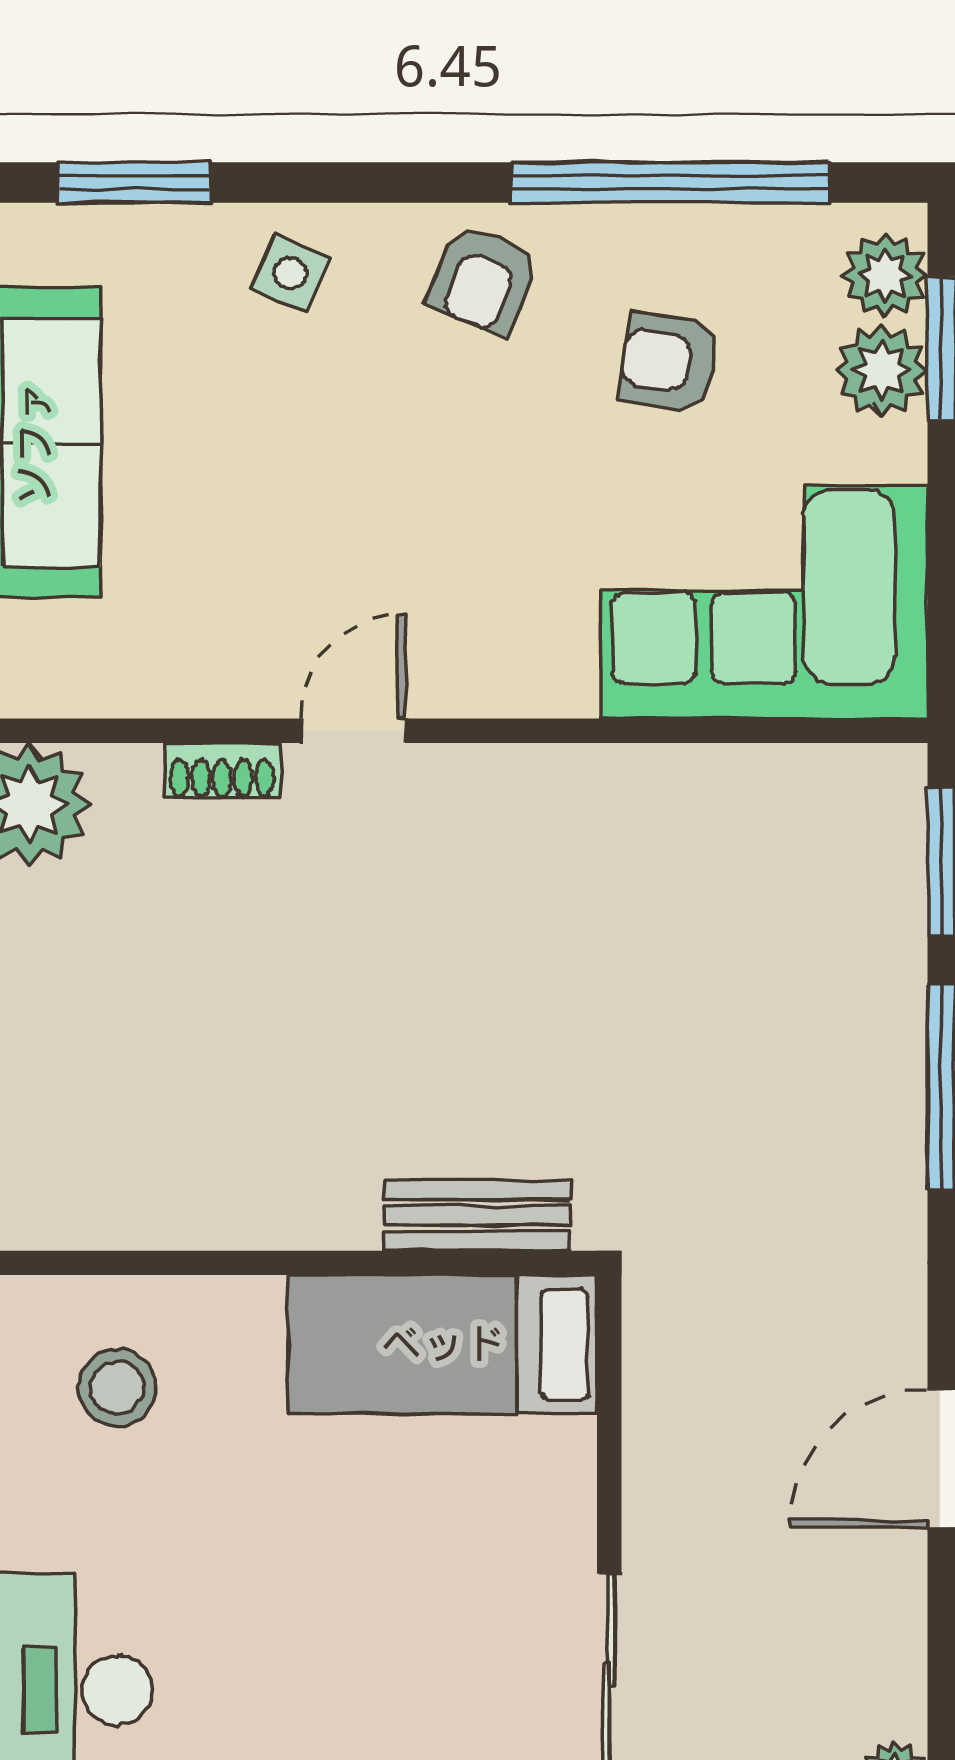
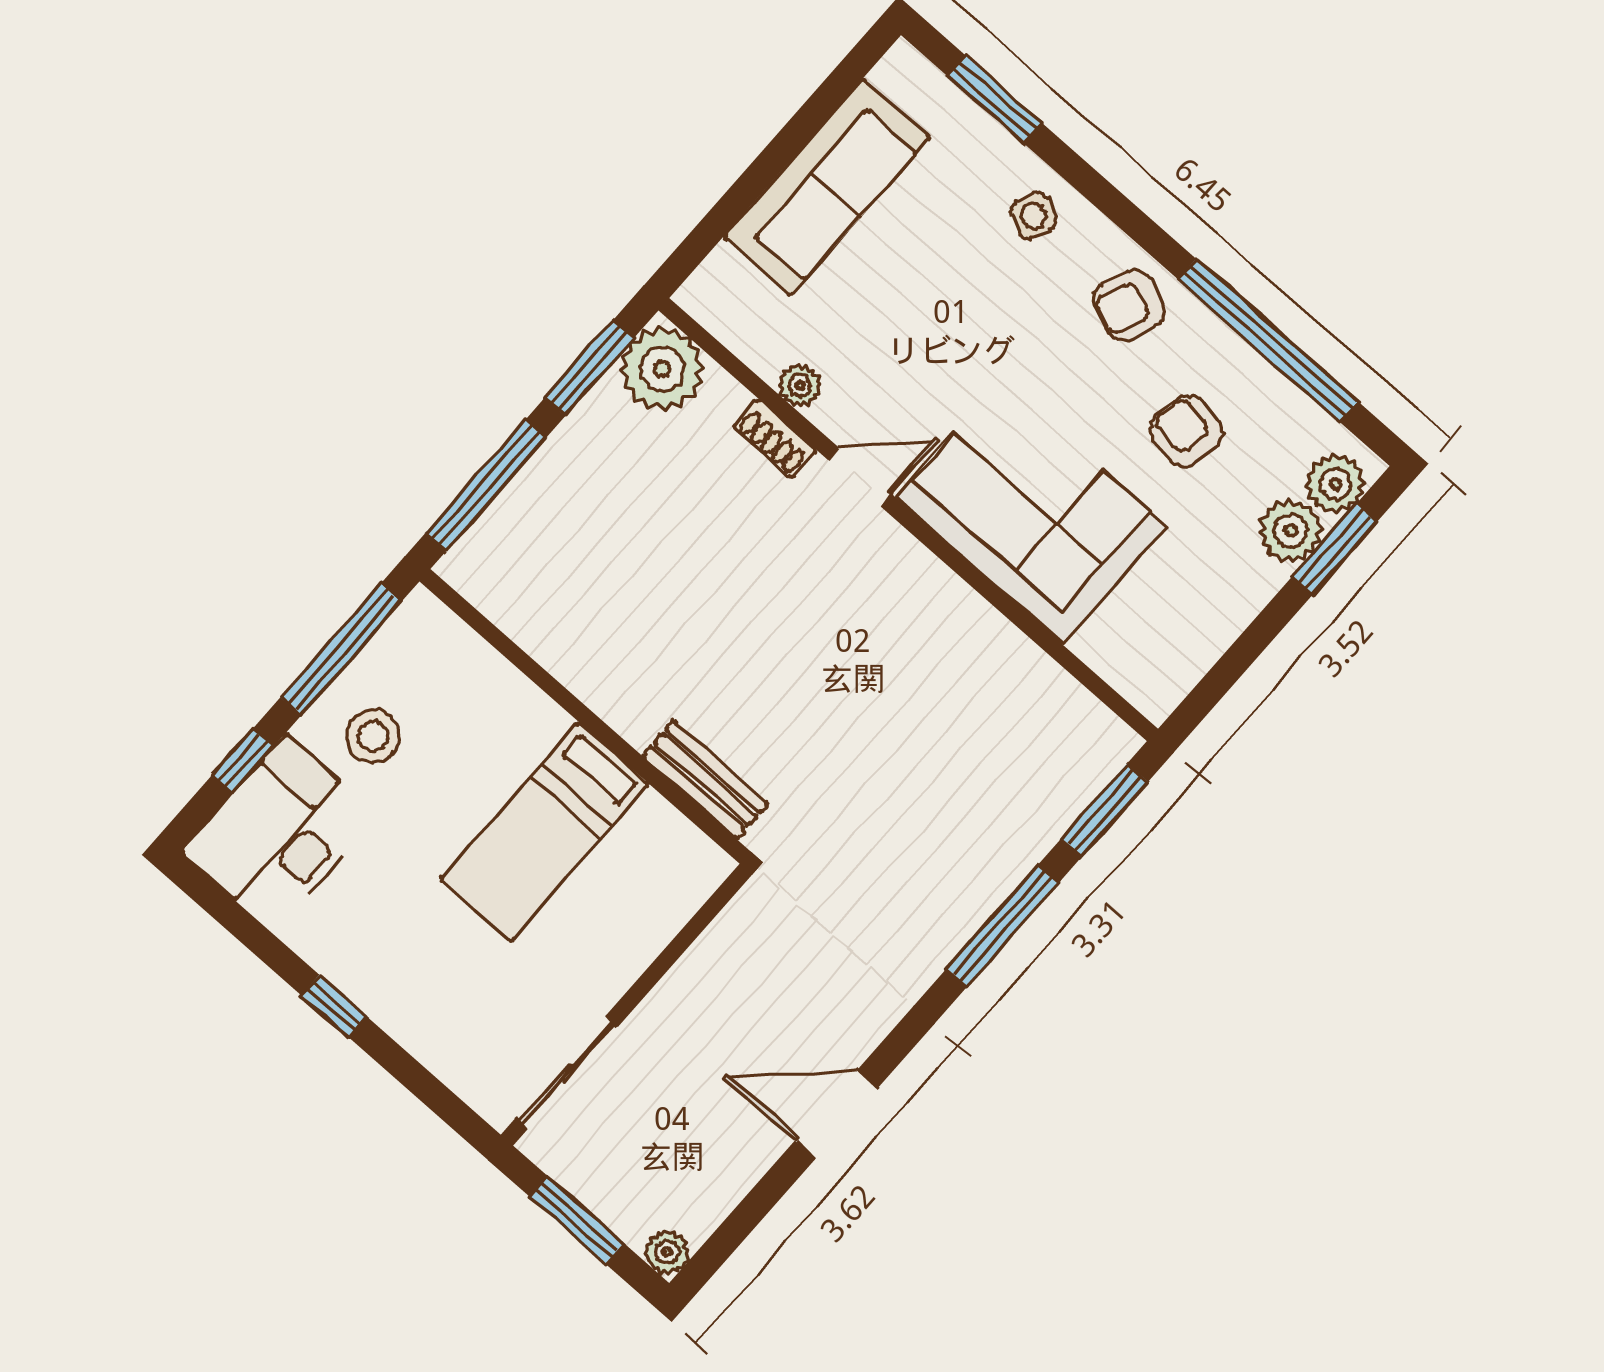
corner sofa: (764, 602) -> (1031, 512), moved
plant: (198, 688) -> (800, 385), added
bed: (443, 1344) -> (545, 832), moved, turned -90
stool: (117, 1388) -> (373, 736), moved

